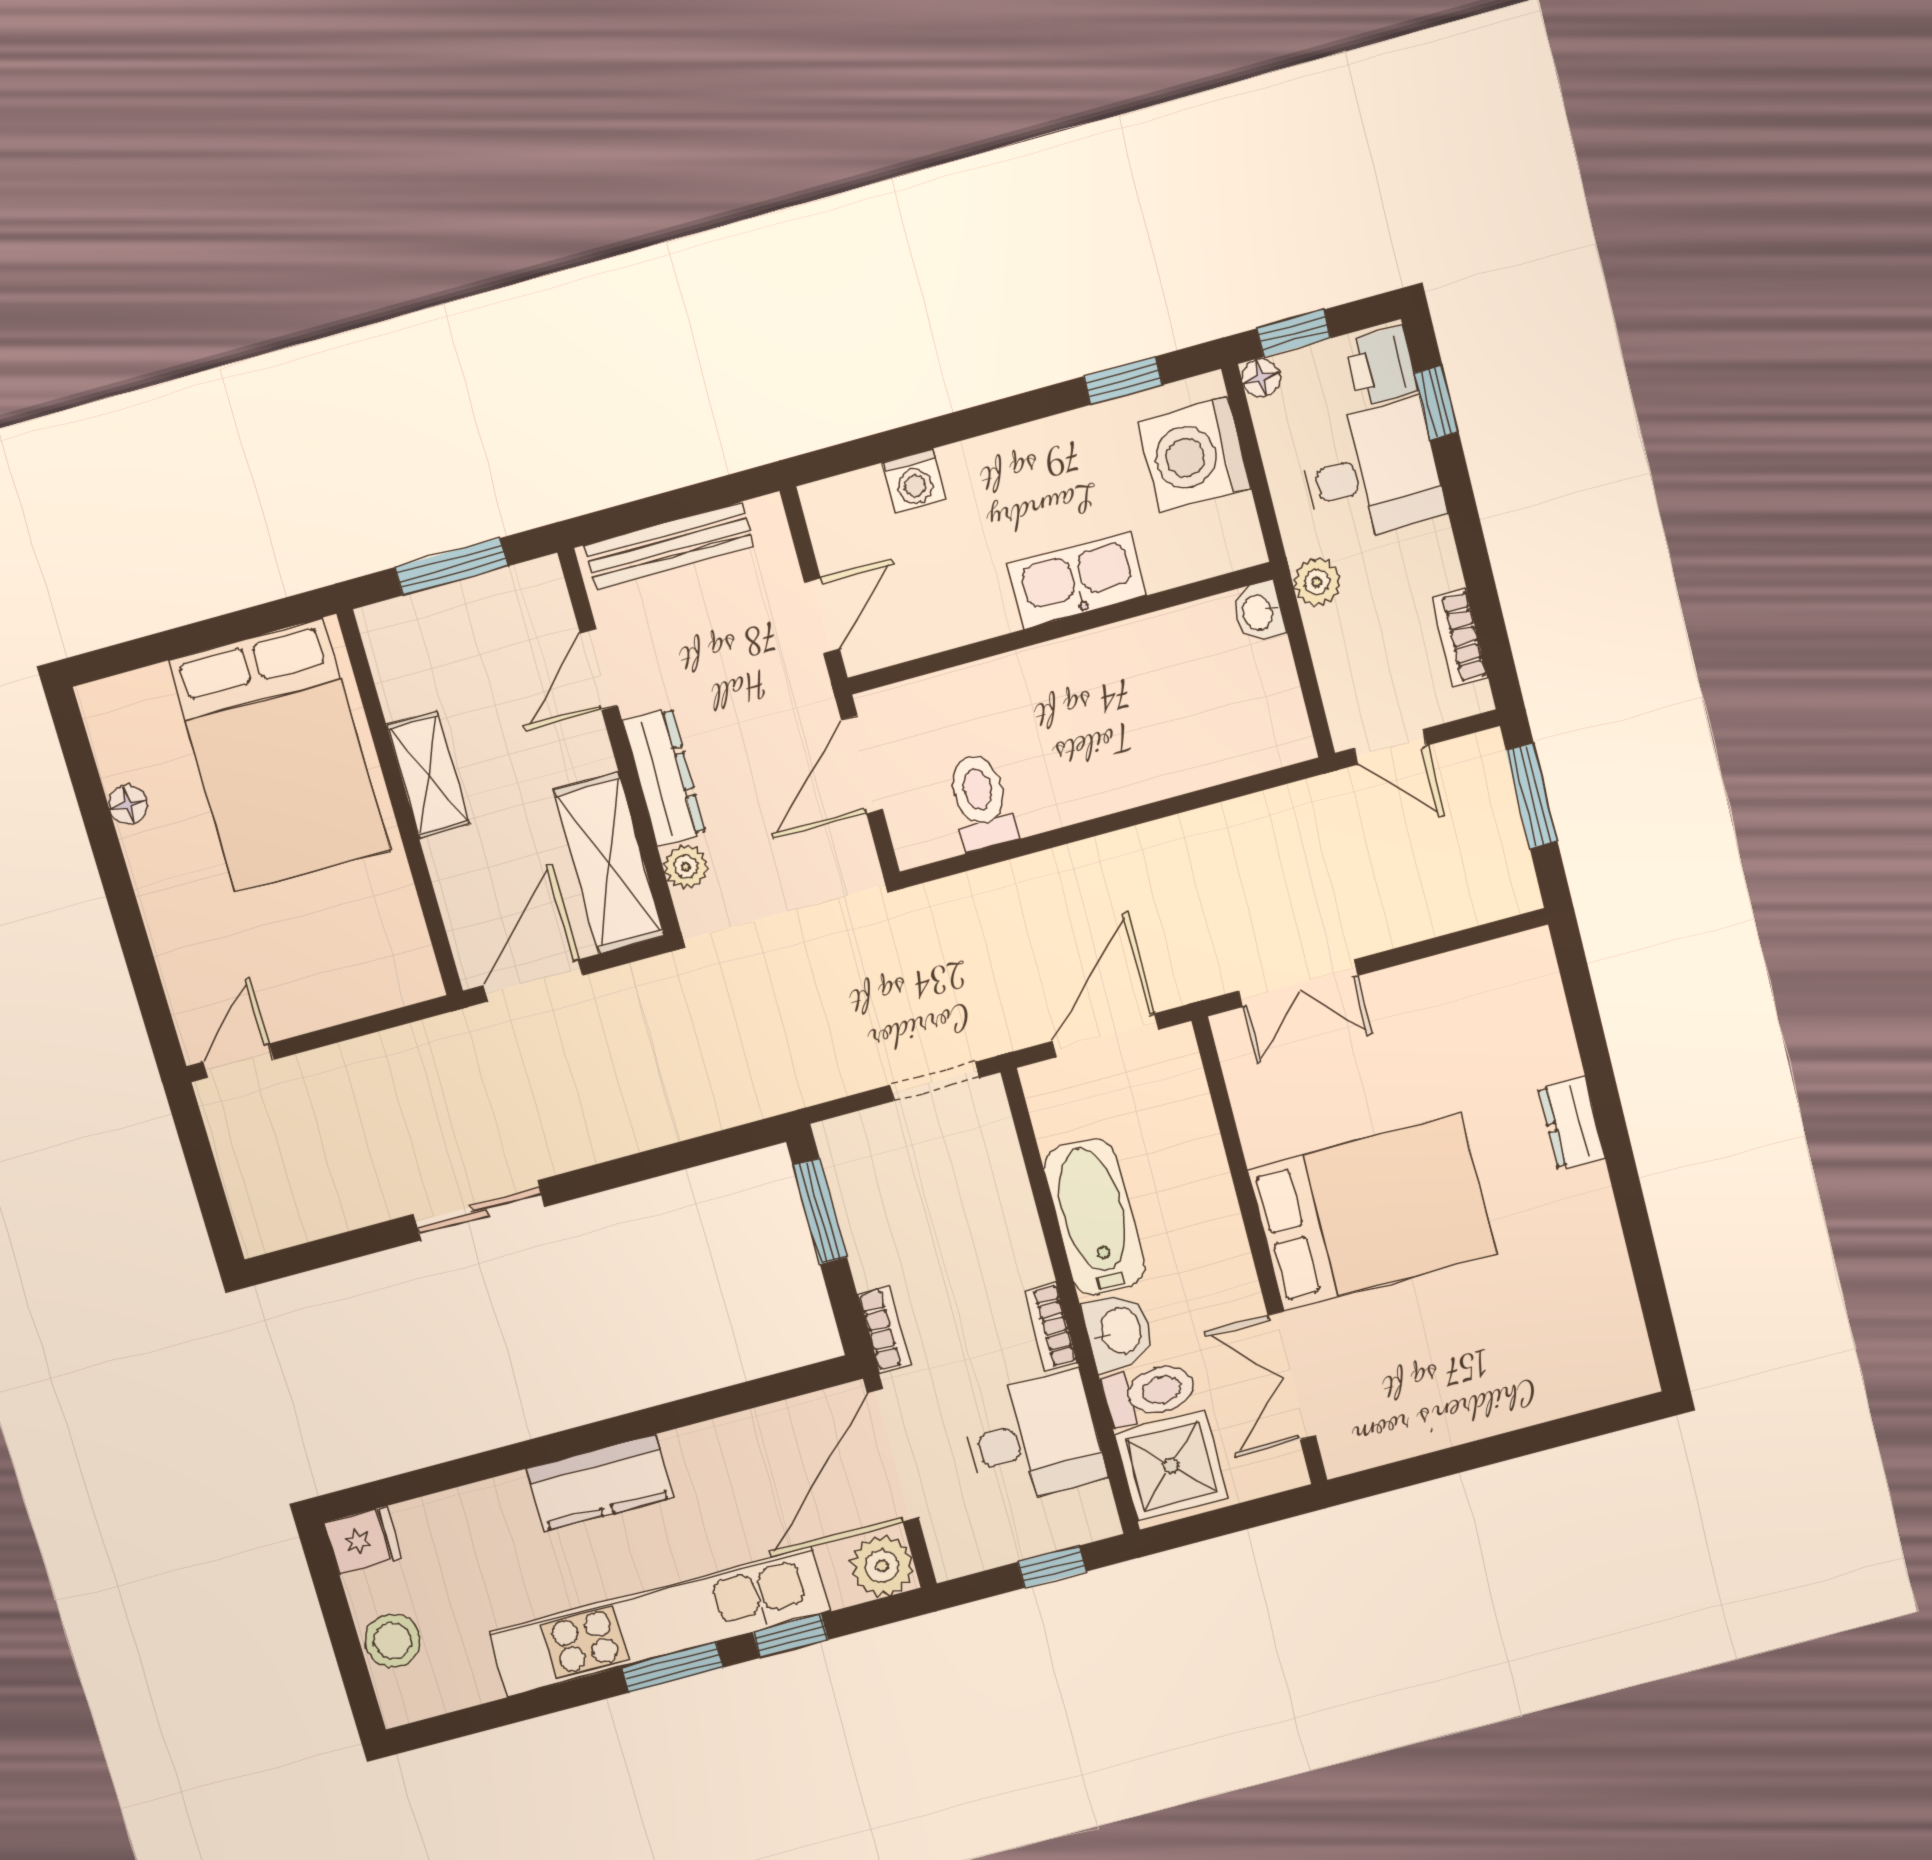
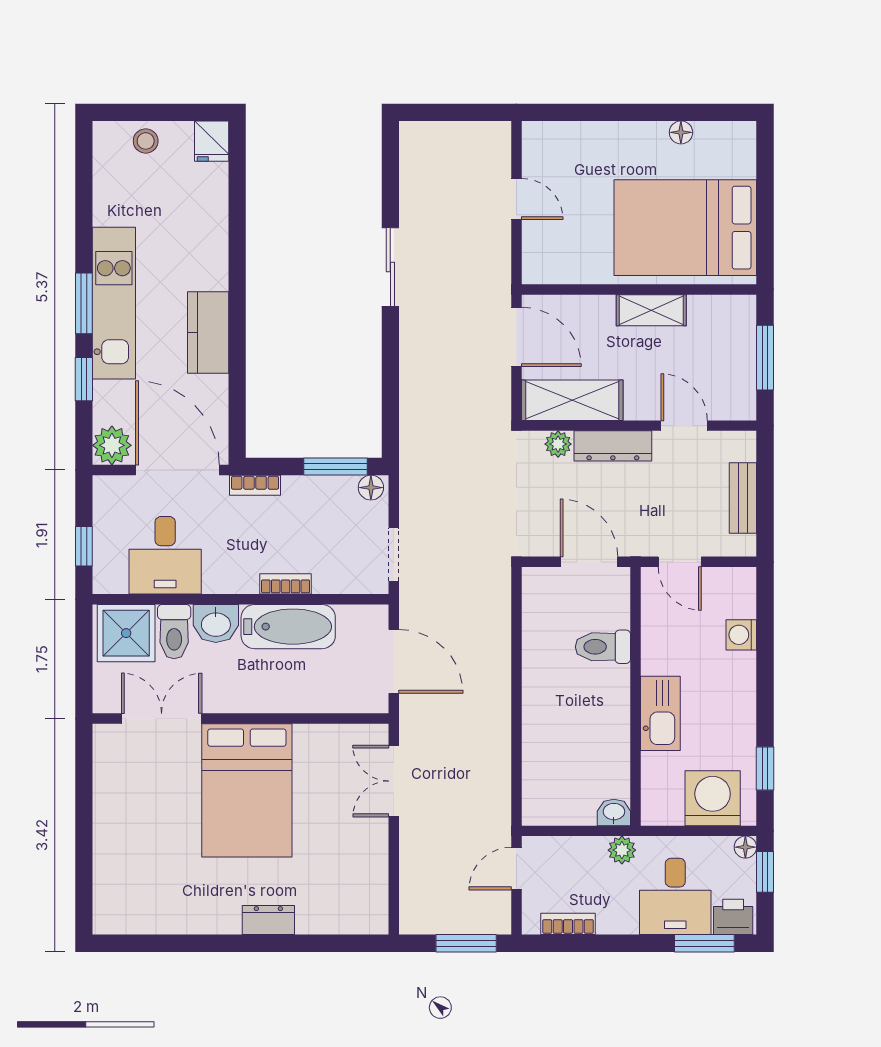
window: (1436, 403) -> (704, 943), width x1.50
bench: (669, 546) -> (743, 498), width x0.73
toilet: (981, 802) -> (603, 647), moved, turned 180
door: (239, 1061) -> (516, 199), moved
floor lamp: (838, 1146) -> (371, 488), added
bookcase: (1051, 1327) -> (286, 584), moved
kitchen counter: (599, 1483) -> (208, 333), moved
kitchen unit: (659, 1622) -> (114, 303), width x0.73
stool: (393, 1641) -> (146, 141), width x0.73, depth x0.73

